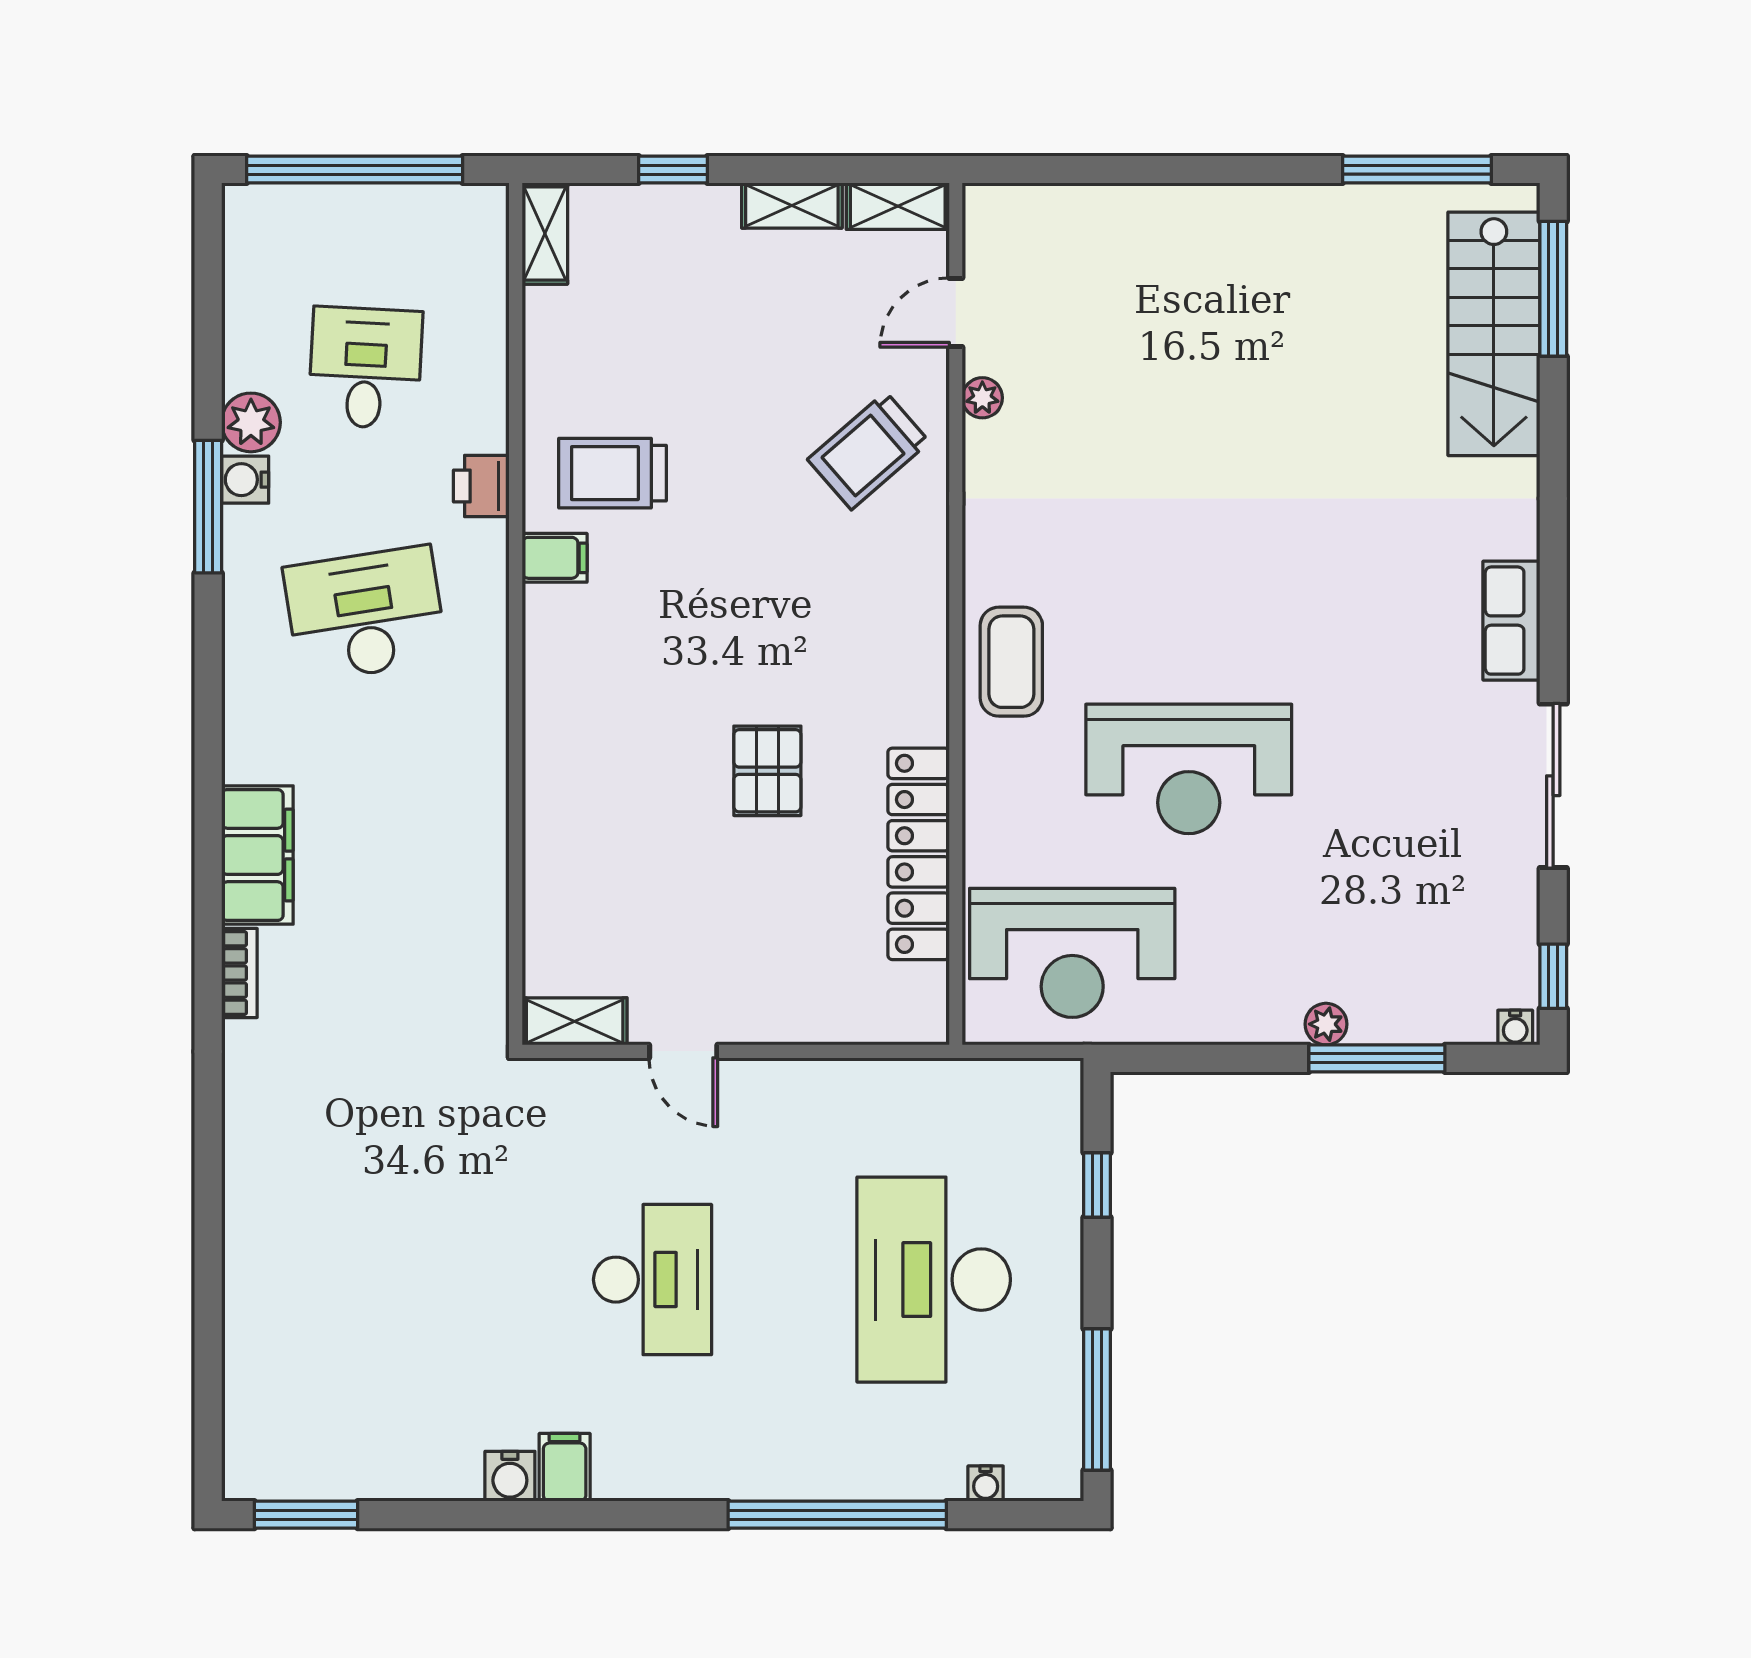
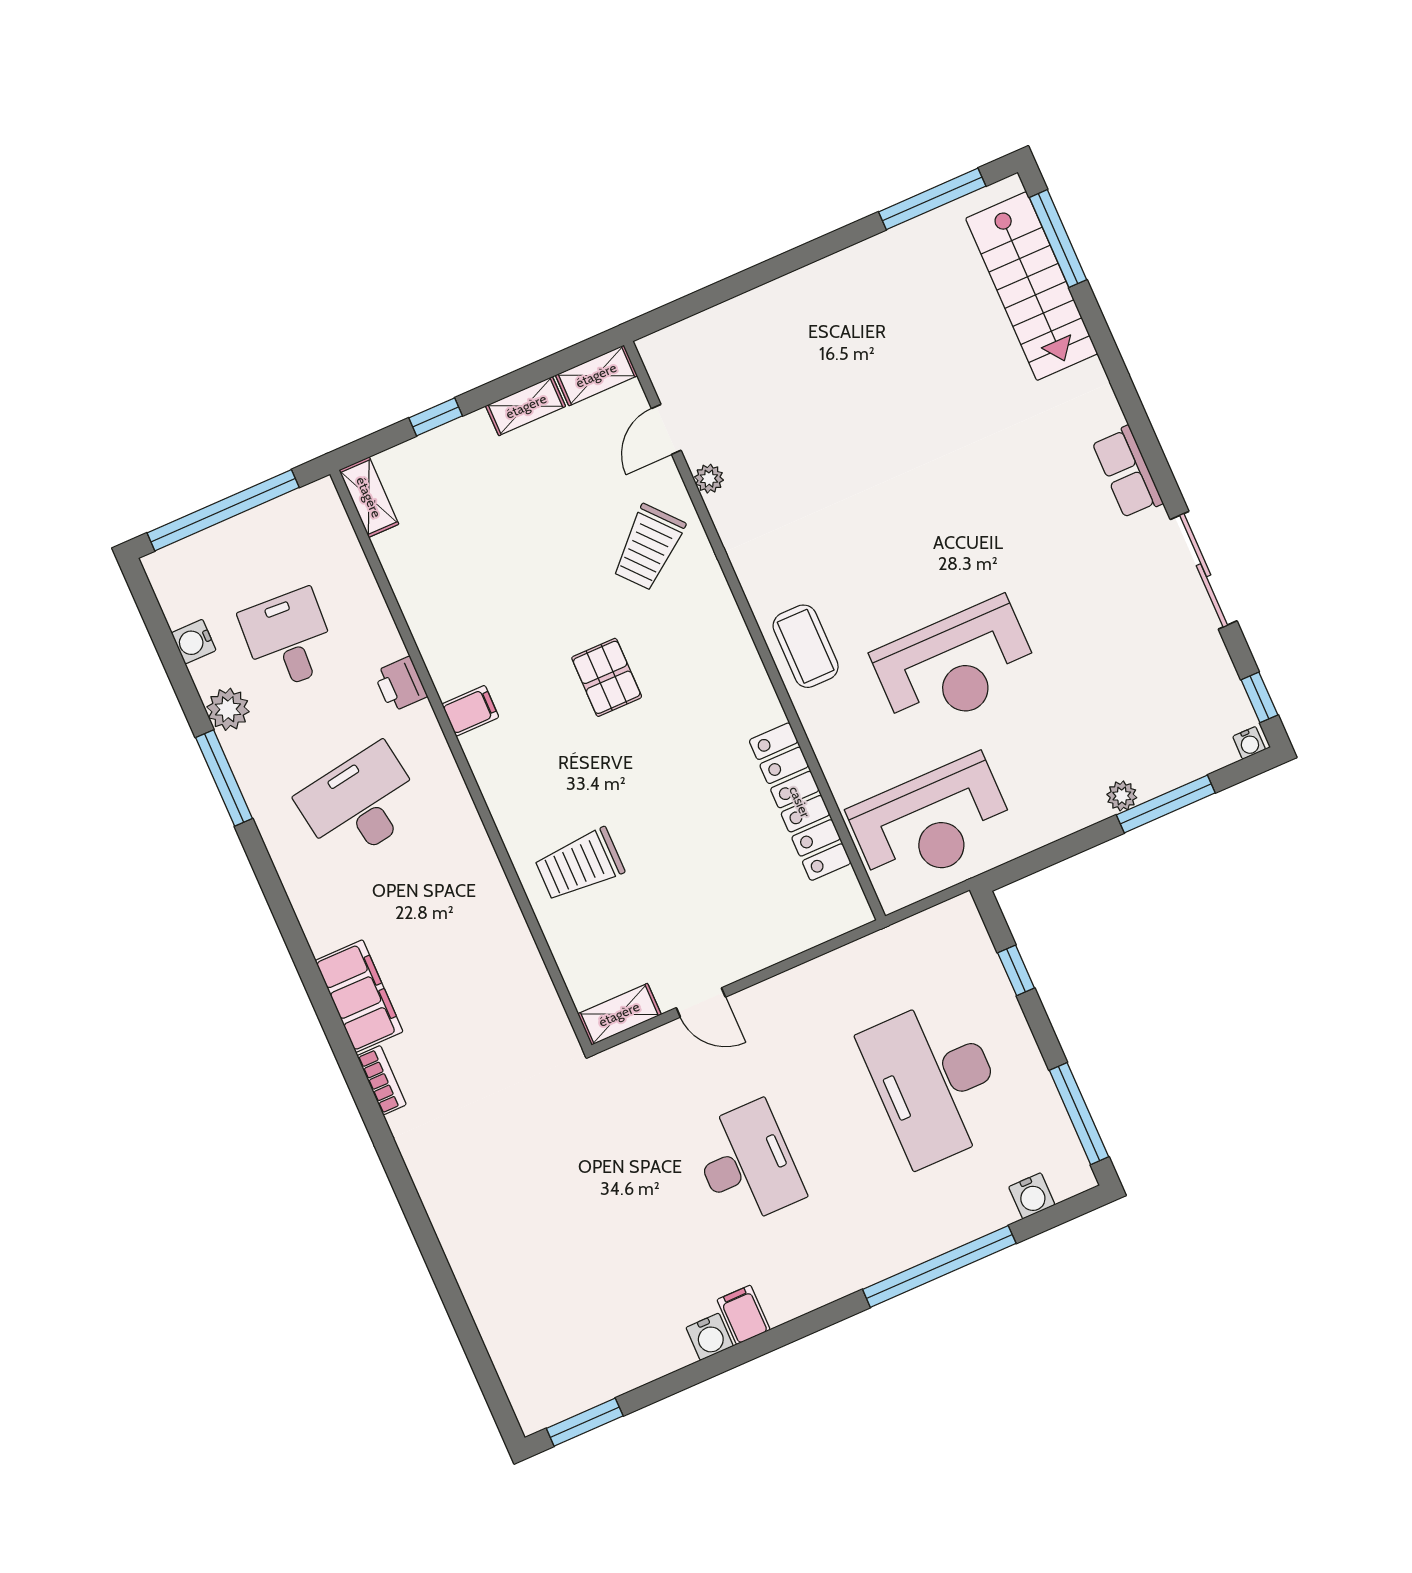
trolley: (613, 473) -> (579, 865), moved
water cooler: (245, 480) -> (194, 642), moved
pallet: (767, 771) -> (607, 677), moved
water cooler: (986, 1484) -> (1032, 1196), width x1.38, depth x1.38

